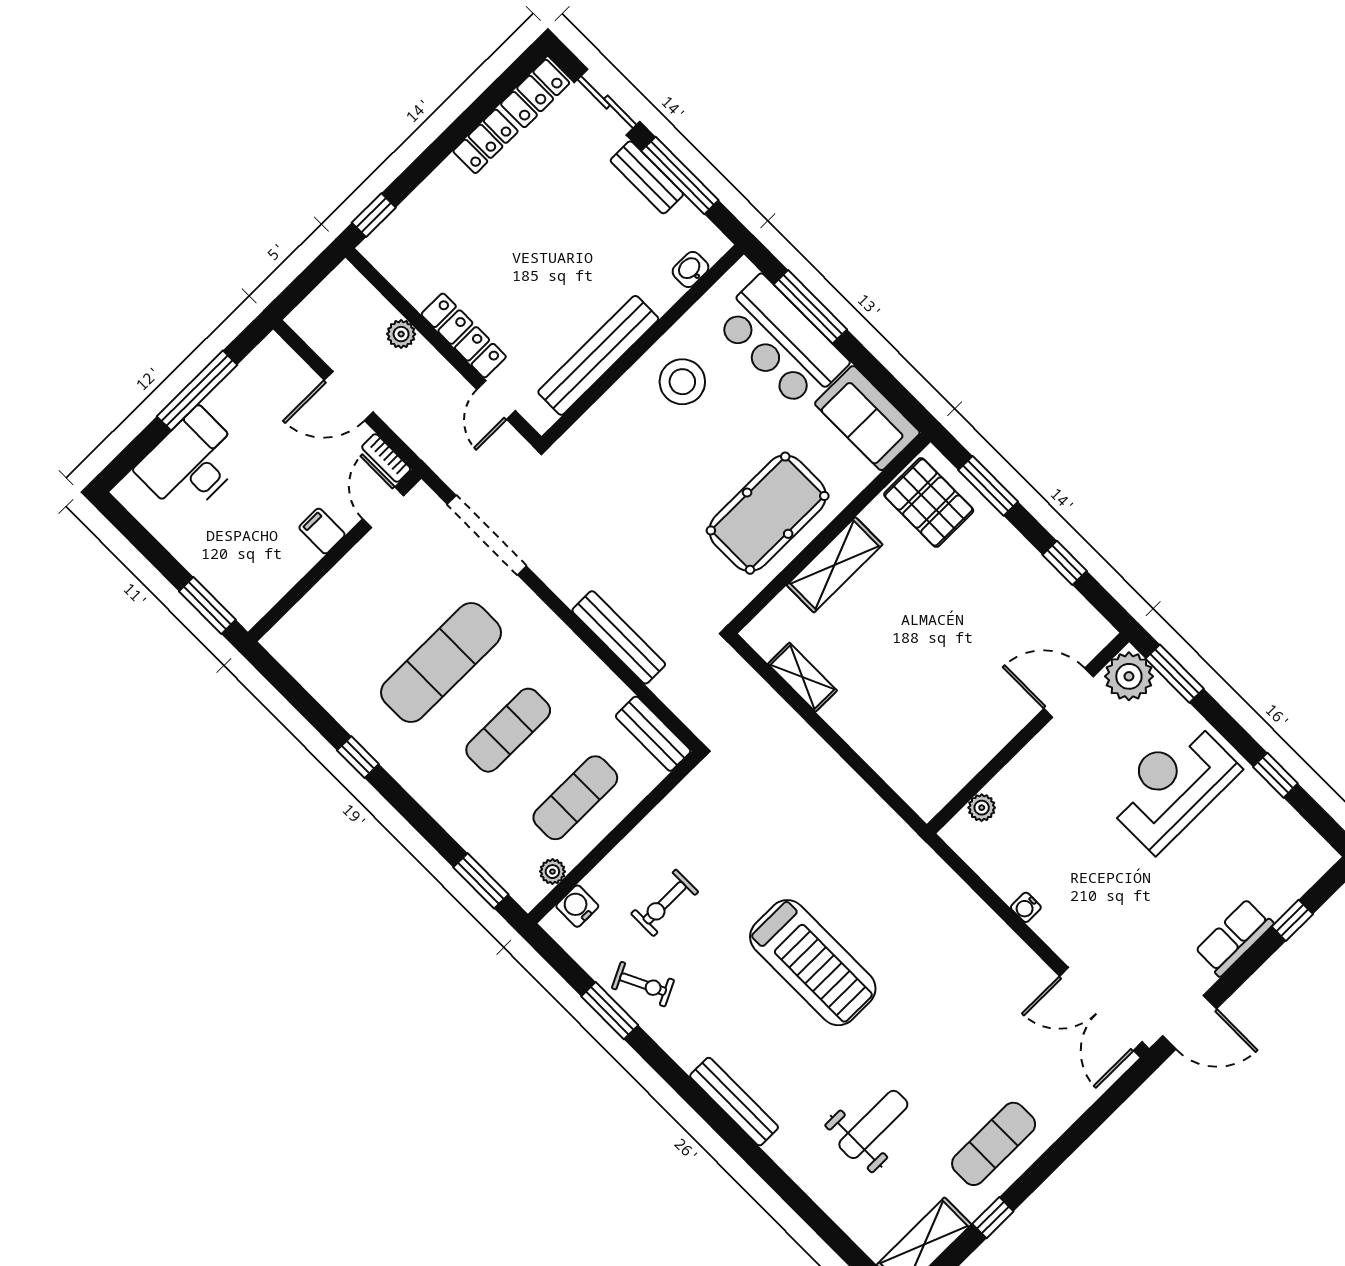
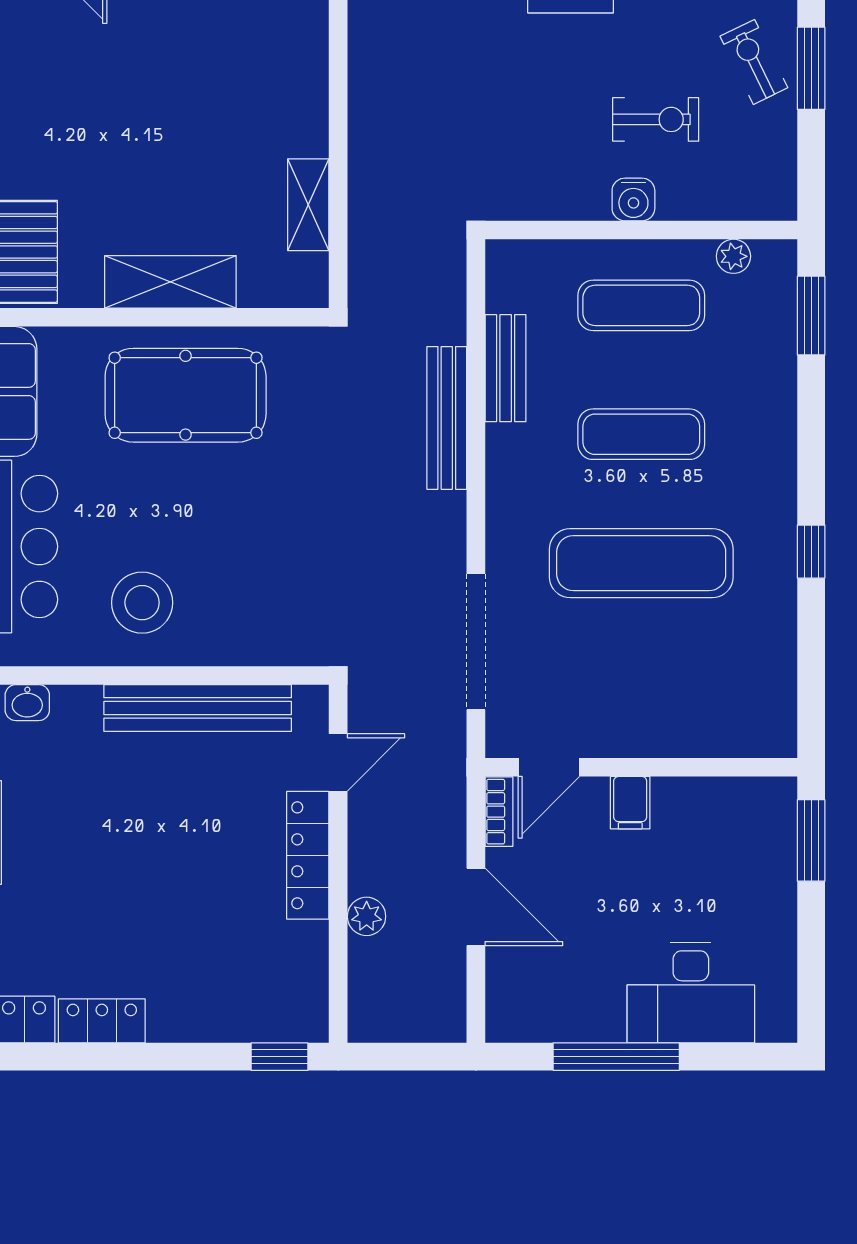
bench: (653, 734) -> (506, 368), moved
water cooler: (577, 906) -> (633, 199), moved

